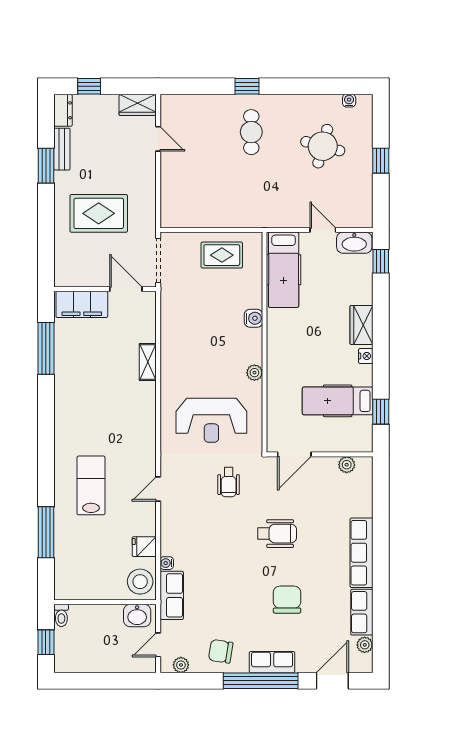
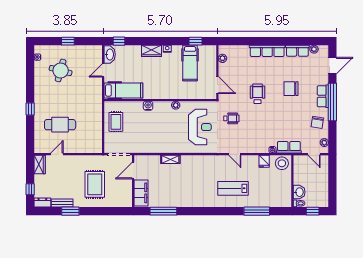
cafe table: (251, 132) -> (60, 125), moved, width x1.37, depth x1.35
washbasin: (137, 616) -> (299, 192), moved
door: (332, 681) -> (332, 66), swing flipped

